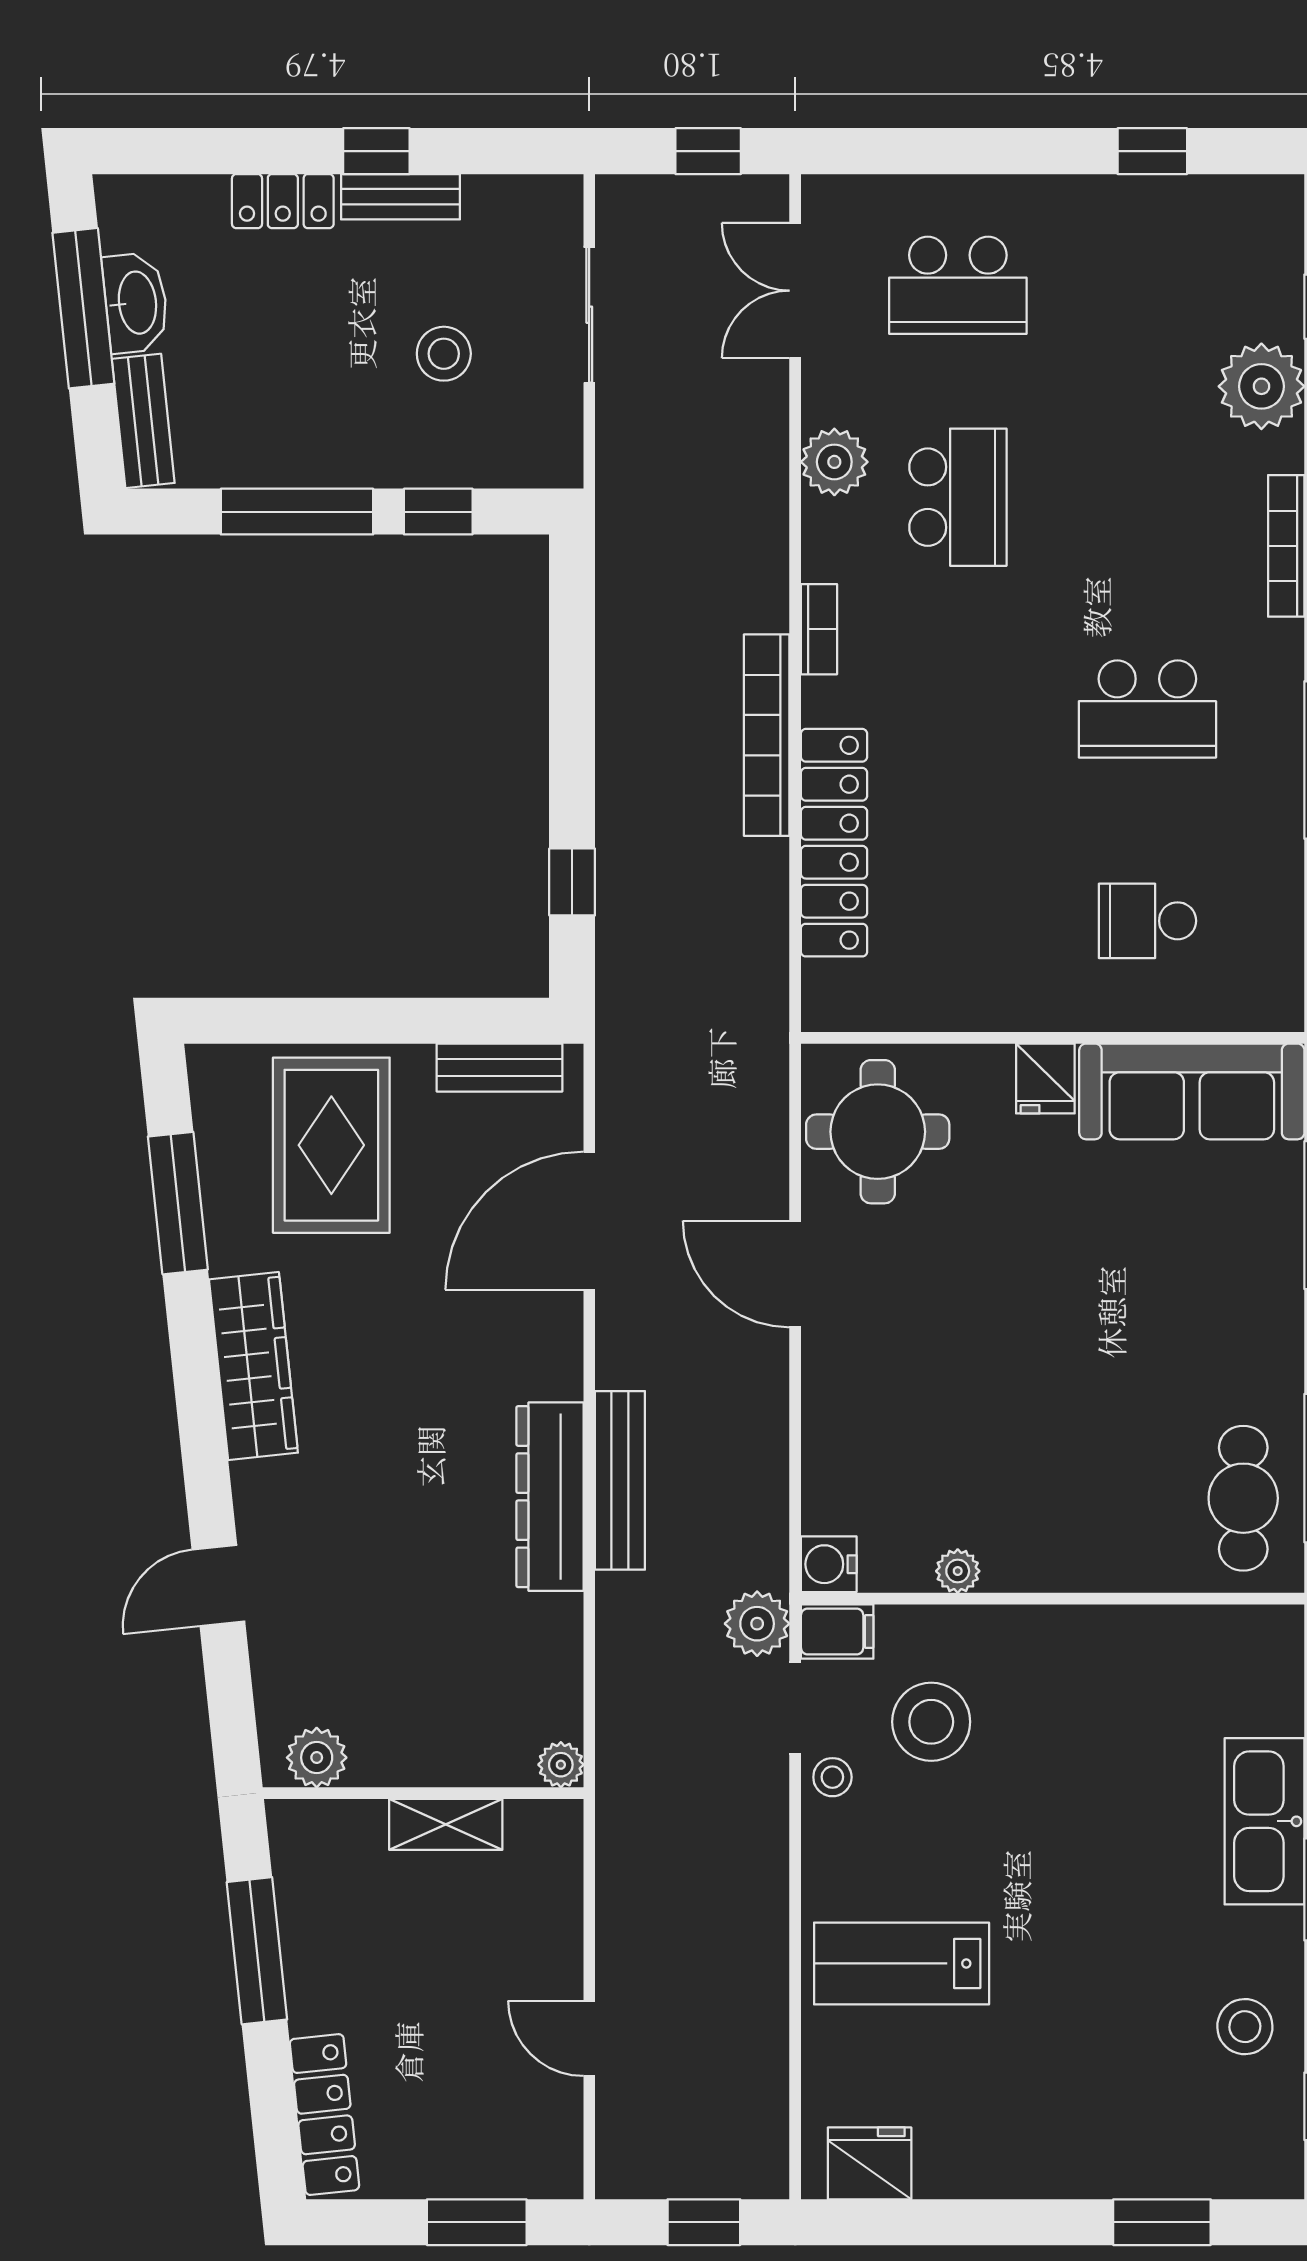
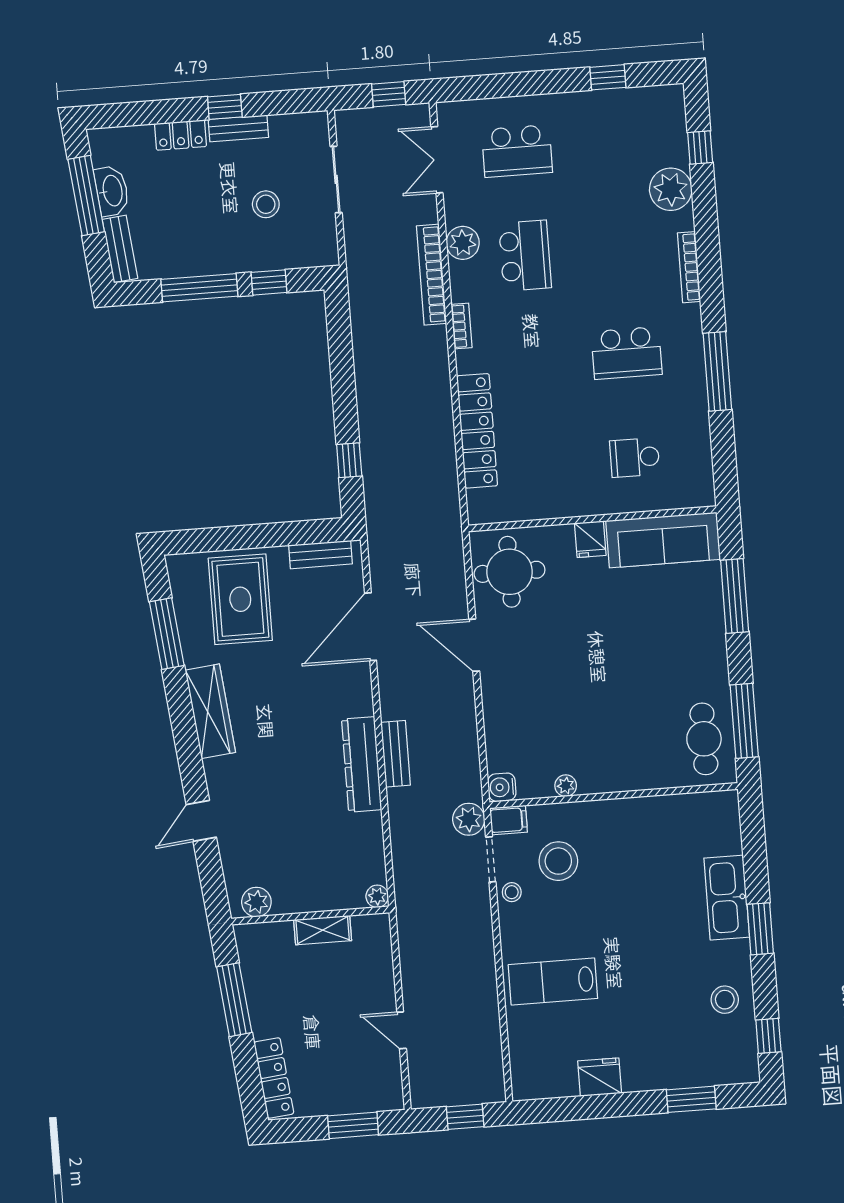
bookcase: (767, 735) -> (432, 275), moved
bench: (620, 1480) -> (396, 754), width x0.73
fridge: (870, 2163) -> (600, 1077), moved

